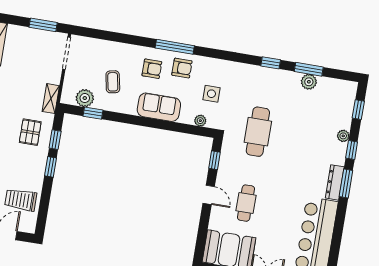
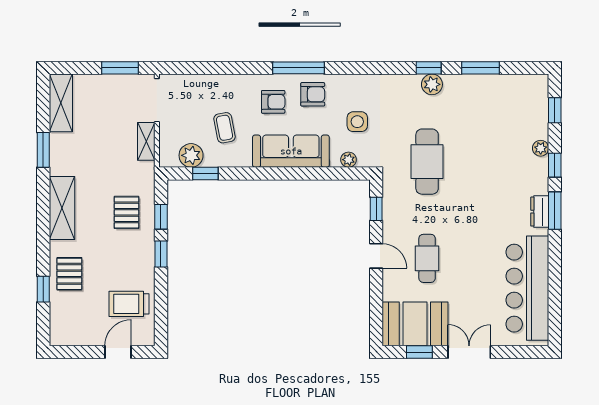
plant: (309, 82) -> (432, 84), moved
shelving: (51, 99) -> (146, 141), moved
sofa: (159, 107) -> (291, 151), width x1.36
dresser: (335, 182) -> (540, 212), width x0.70

